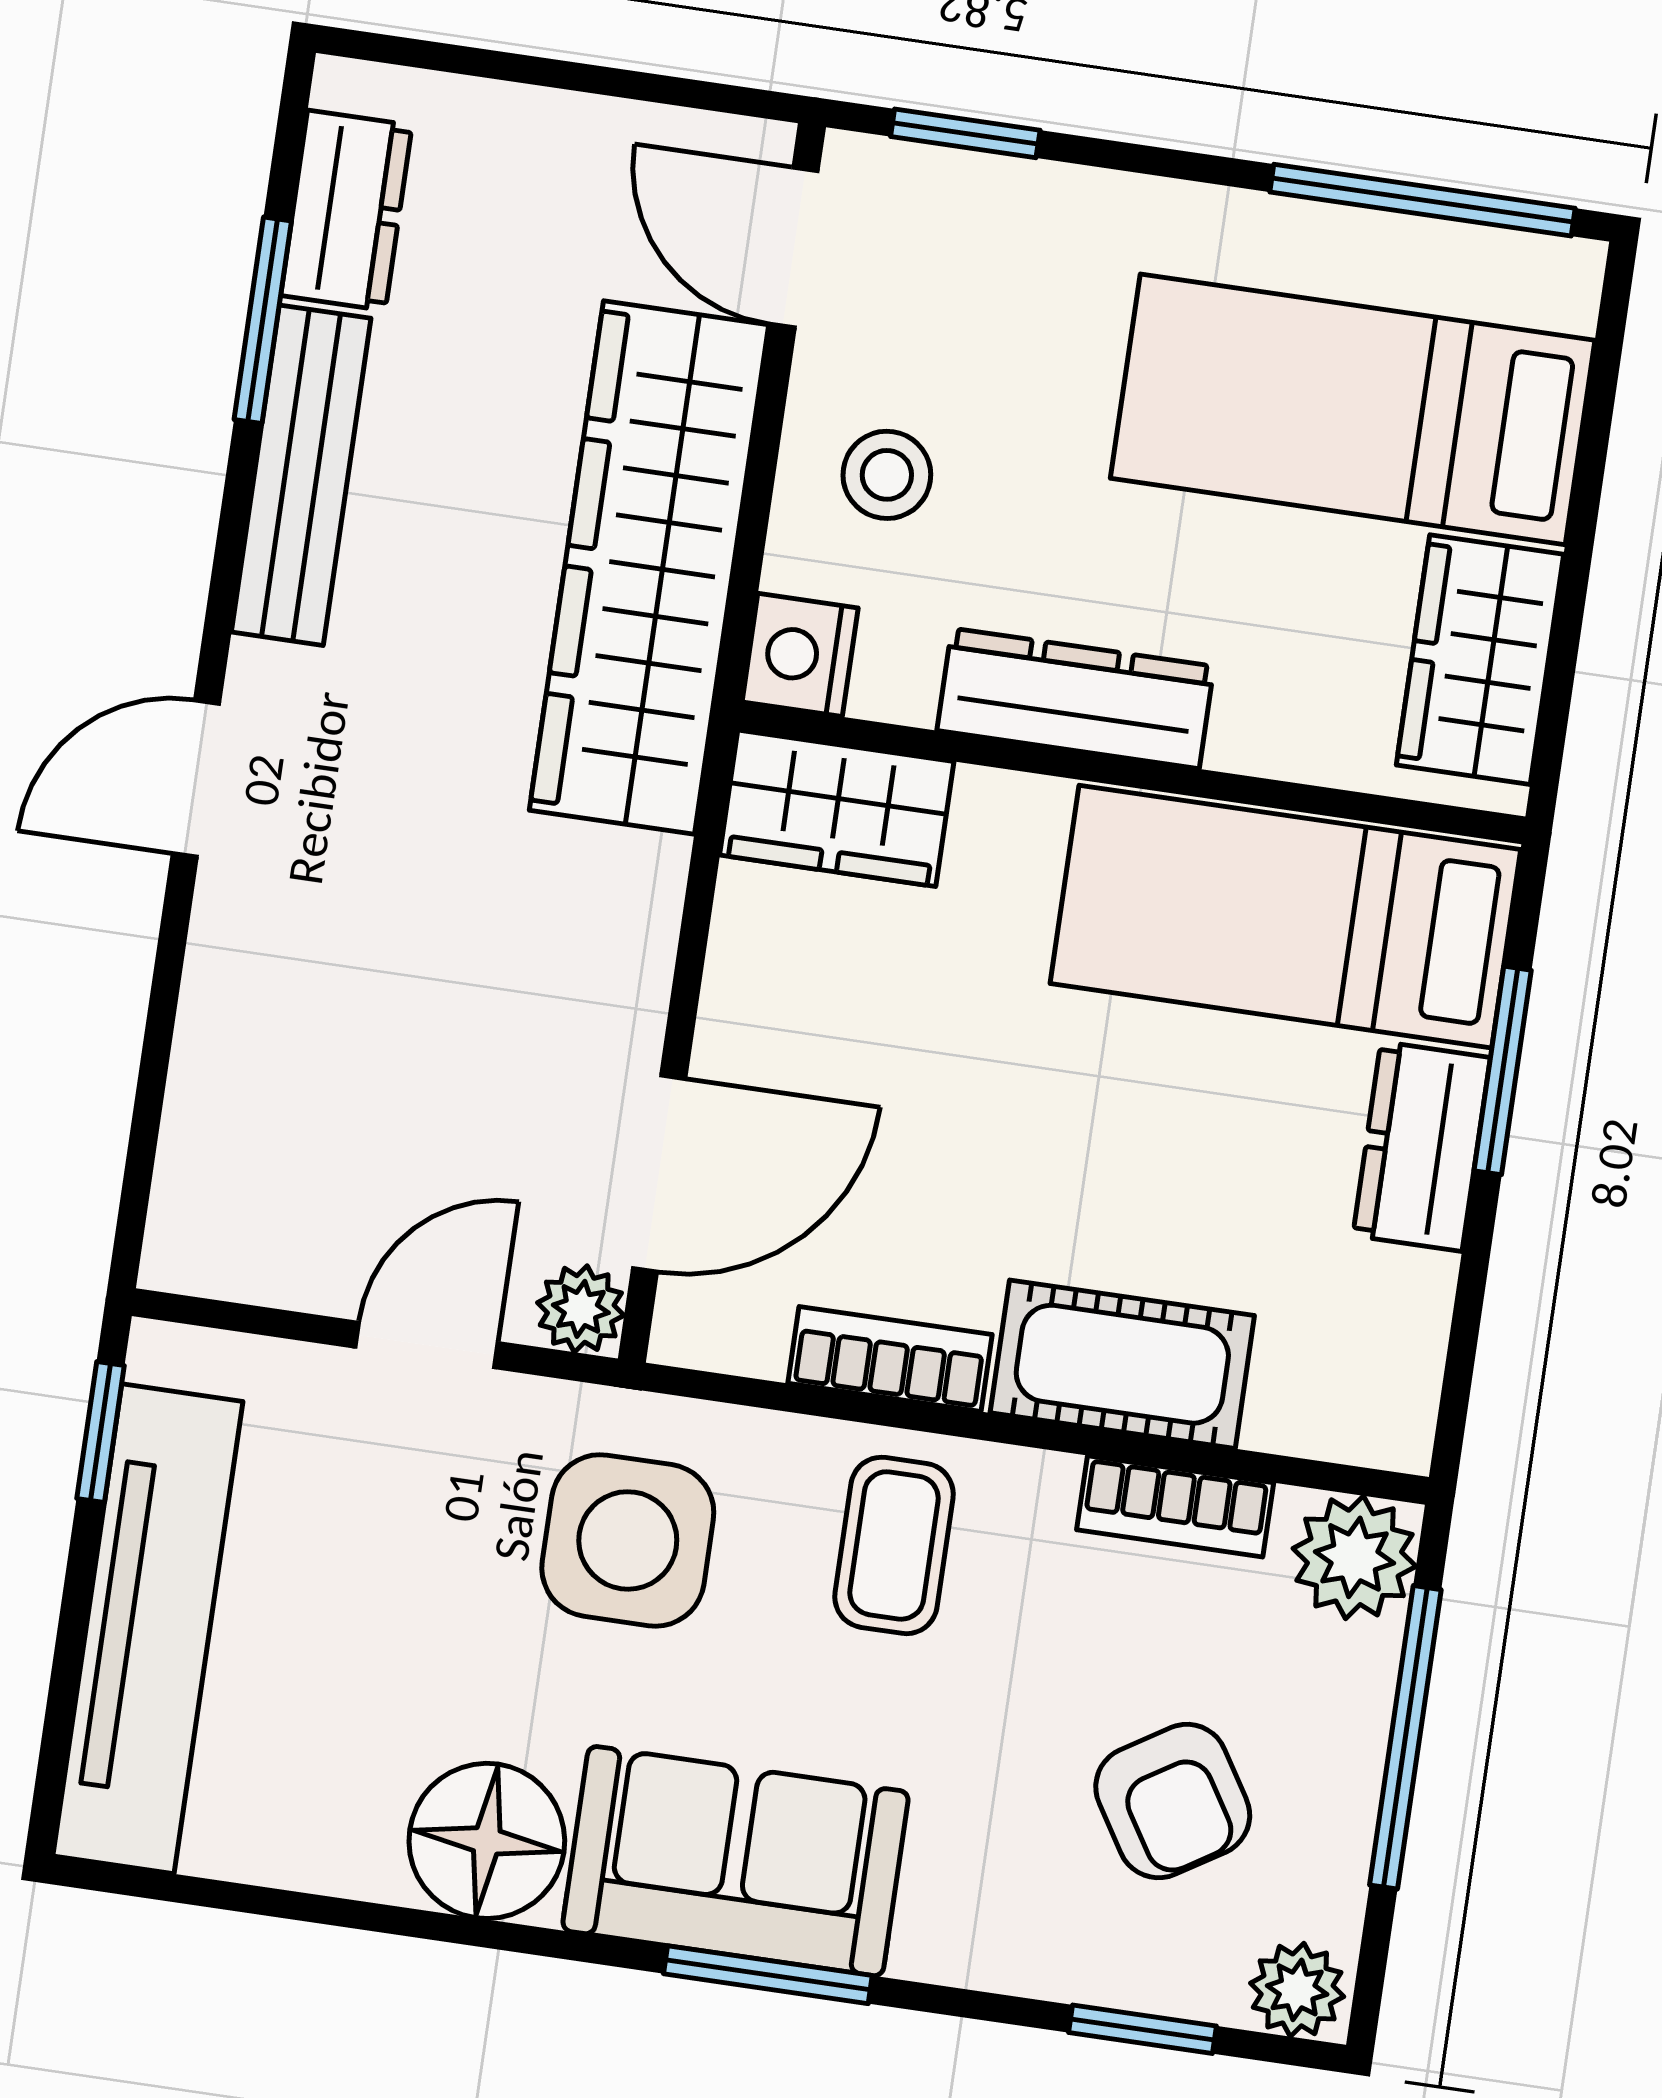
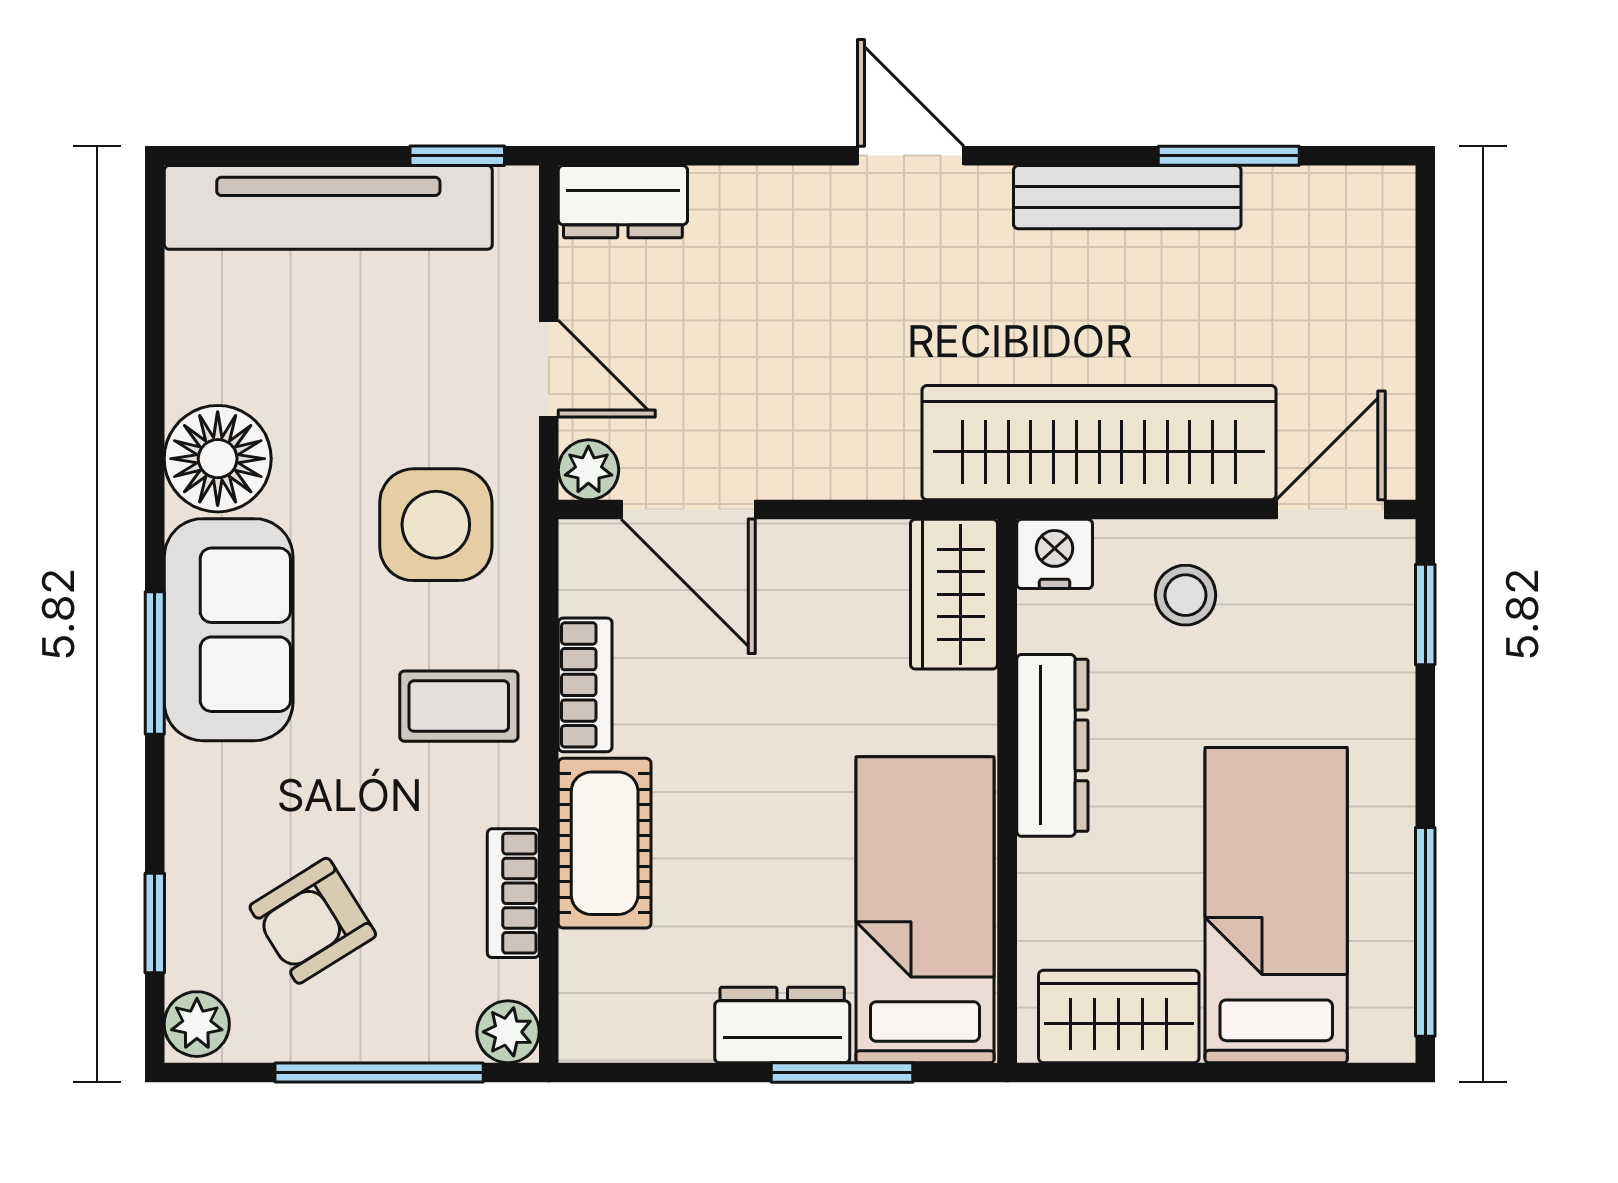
dresser: (346, 210) -> (623, 202), moved
plant: (1354, 1557) -> (508, 1032), width x0.73, depth x0.73

